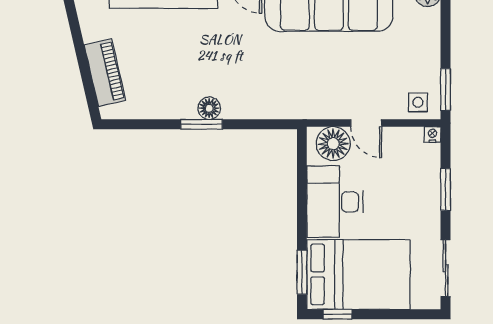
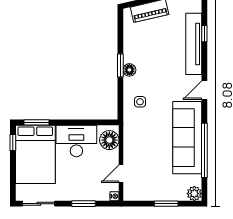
window: (446, 89) -> (166, 204), moved
side table: (418, 102) -> (140, 102), moved
door: (366, 123) -> (121, 174), moved

